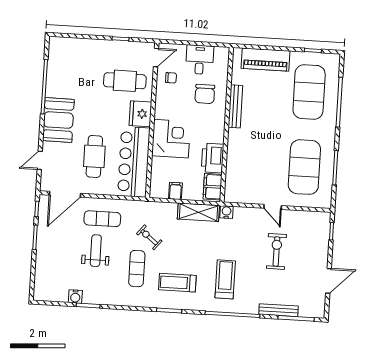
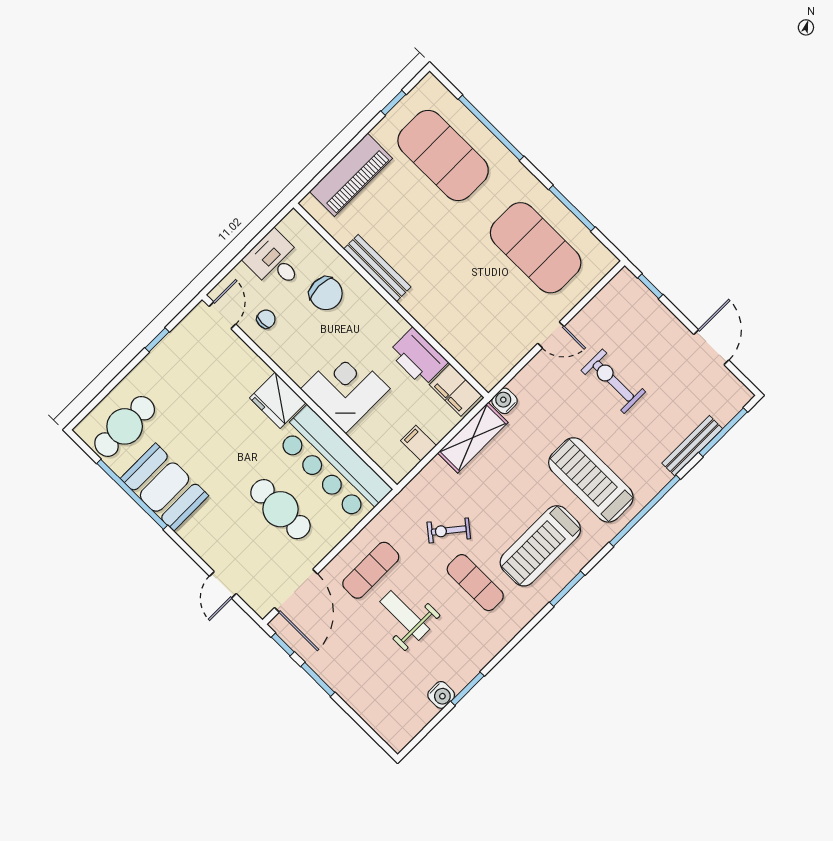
cafe table: (125, 81) -> (125, 426), moved
booth: (58, 120) -> (164, 487), moved
treadmill: (225, 279) -> (591, 480), width x1.37, depth x1.38
treadmill: (177, 283) -> (540, 546), width x1.37, depth x1.38

